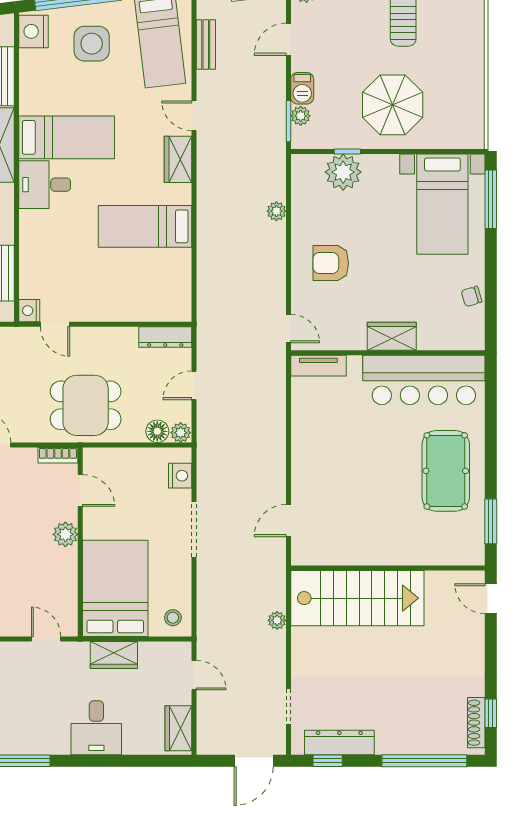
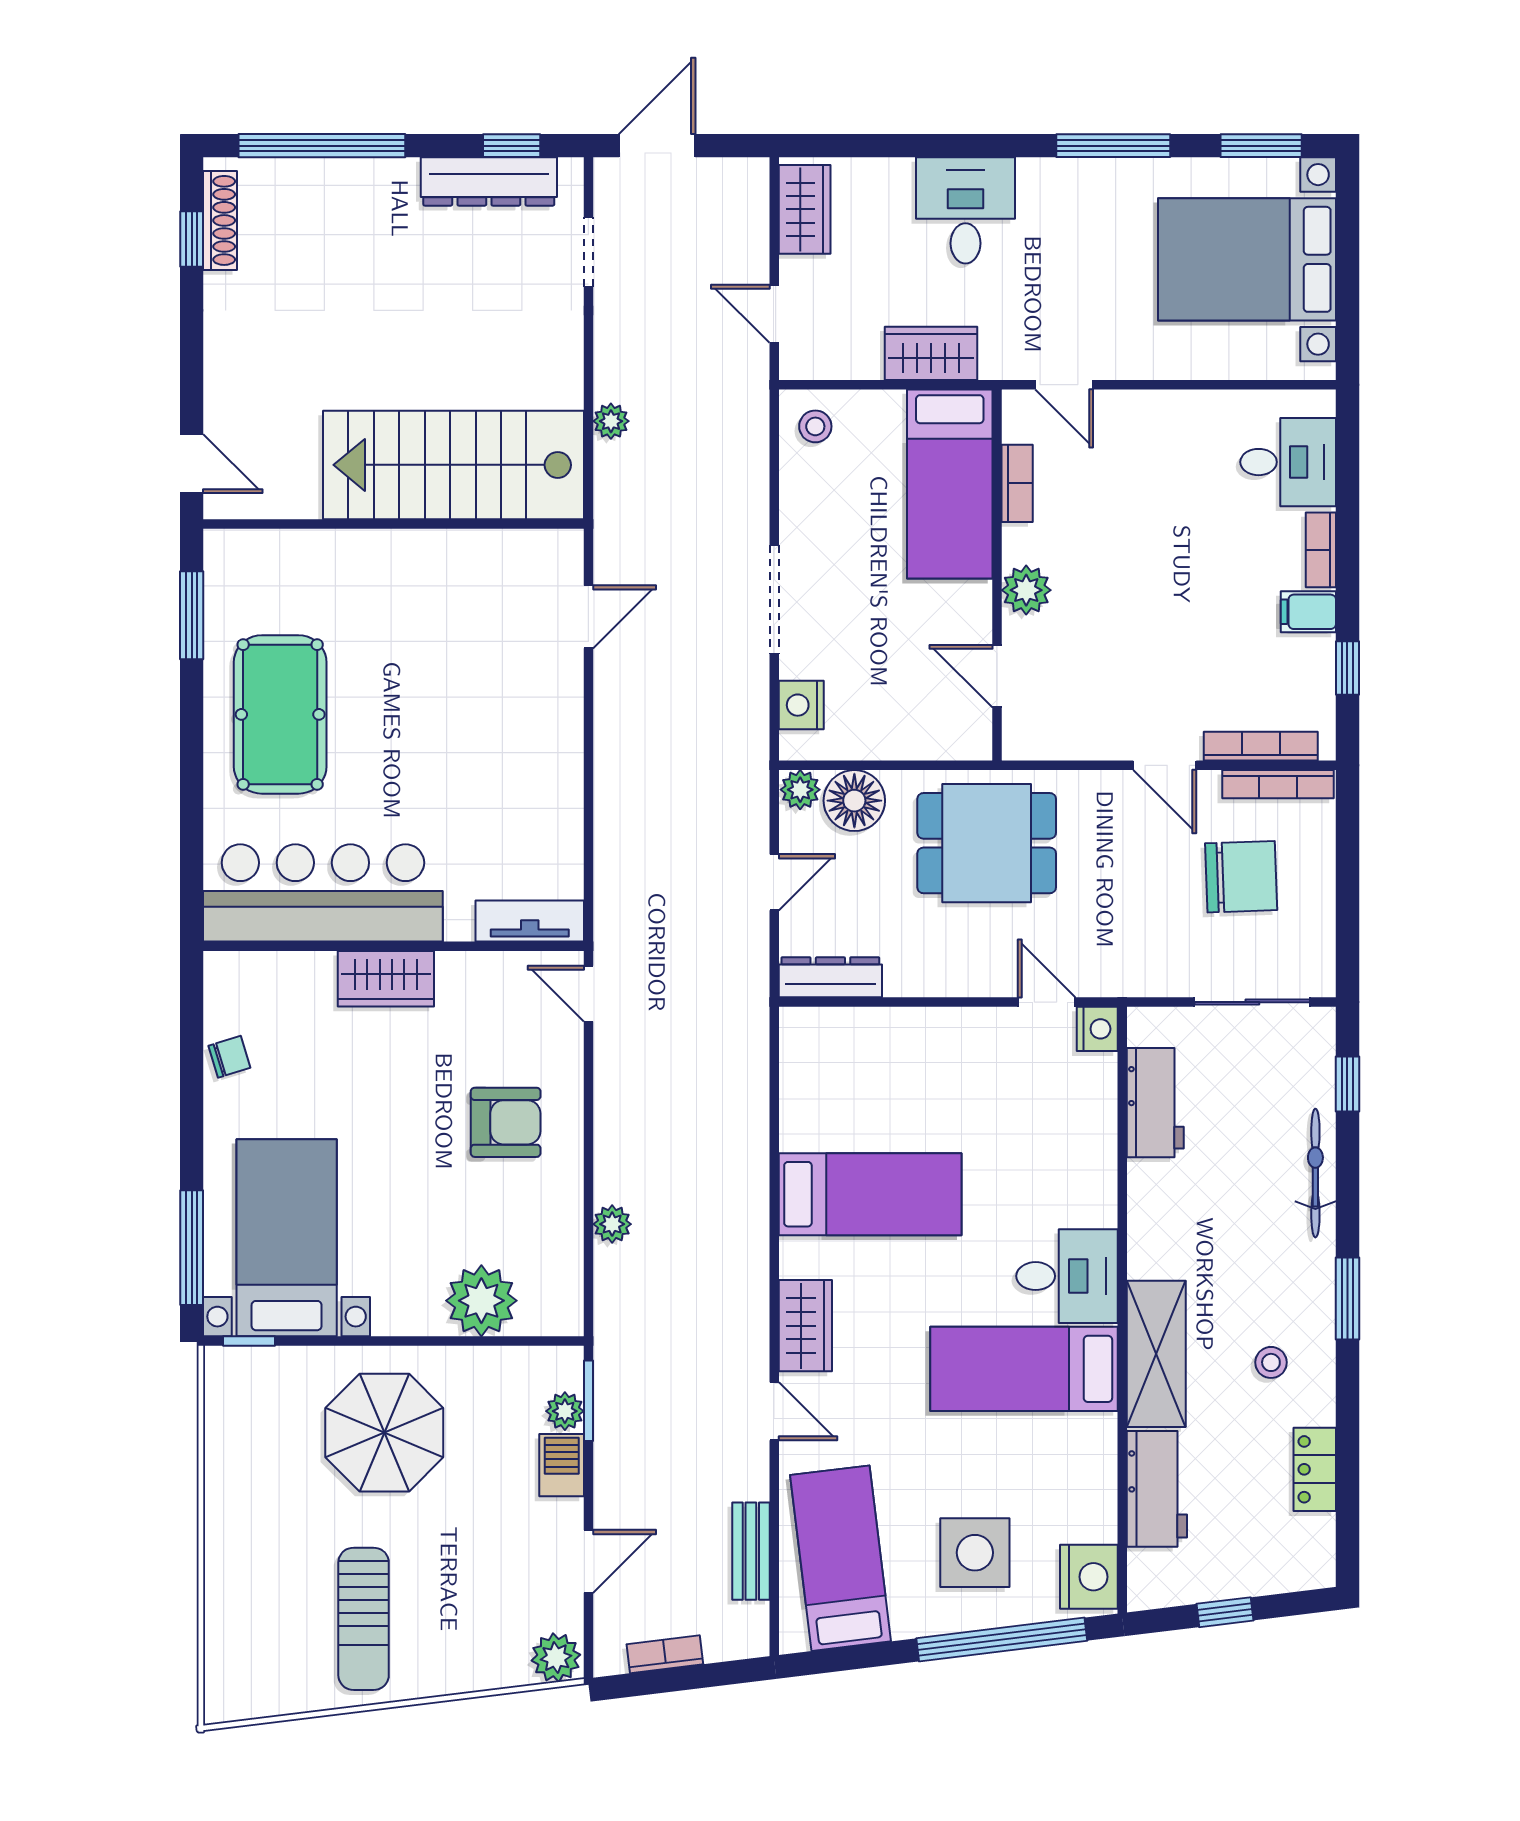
window: (347, 152) -> (249, 1341), moved
floor lamp: (157, 431) -> (854, 801), width x1.38, depth x1.38
bookcase: (58, 455) -> (1017, 483), moved, turned 90
bed: (115, 588) -> (950, 484), width x0.67

